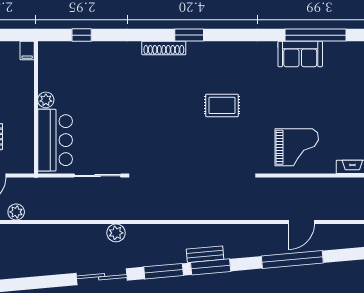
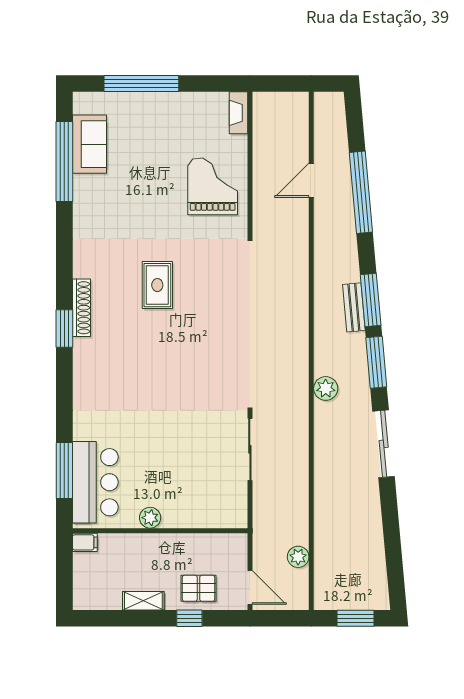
window: (82, 35) -> (64, 470), width x2.17
shoe rack: (164, 48) -> (82, 308), moved
sofa: (300, 54) -> (89, 144), moved
bar counter: (55, 140) -> (95, 482), moved, turned 90
door: (301, 222) -> (311, 180), swing flipped
plant: (116, 233) -> (326, 388), moved

